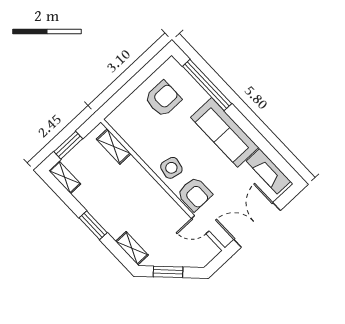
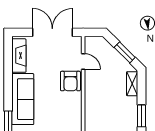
side table: (171, 168) -> (70, 107), removed
armchair: (195, 194) -> (70, 81), turned 180
double door: (257, 225) -> (52, 32), swing flipped

